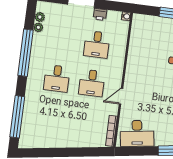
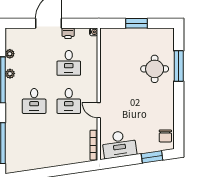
plant: (40, 17) -> (10, 74), moved
door: (121, 96) -> (99, 110), hinge flipped

